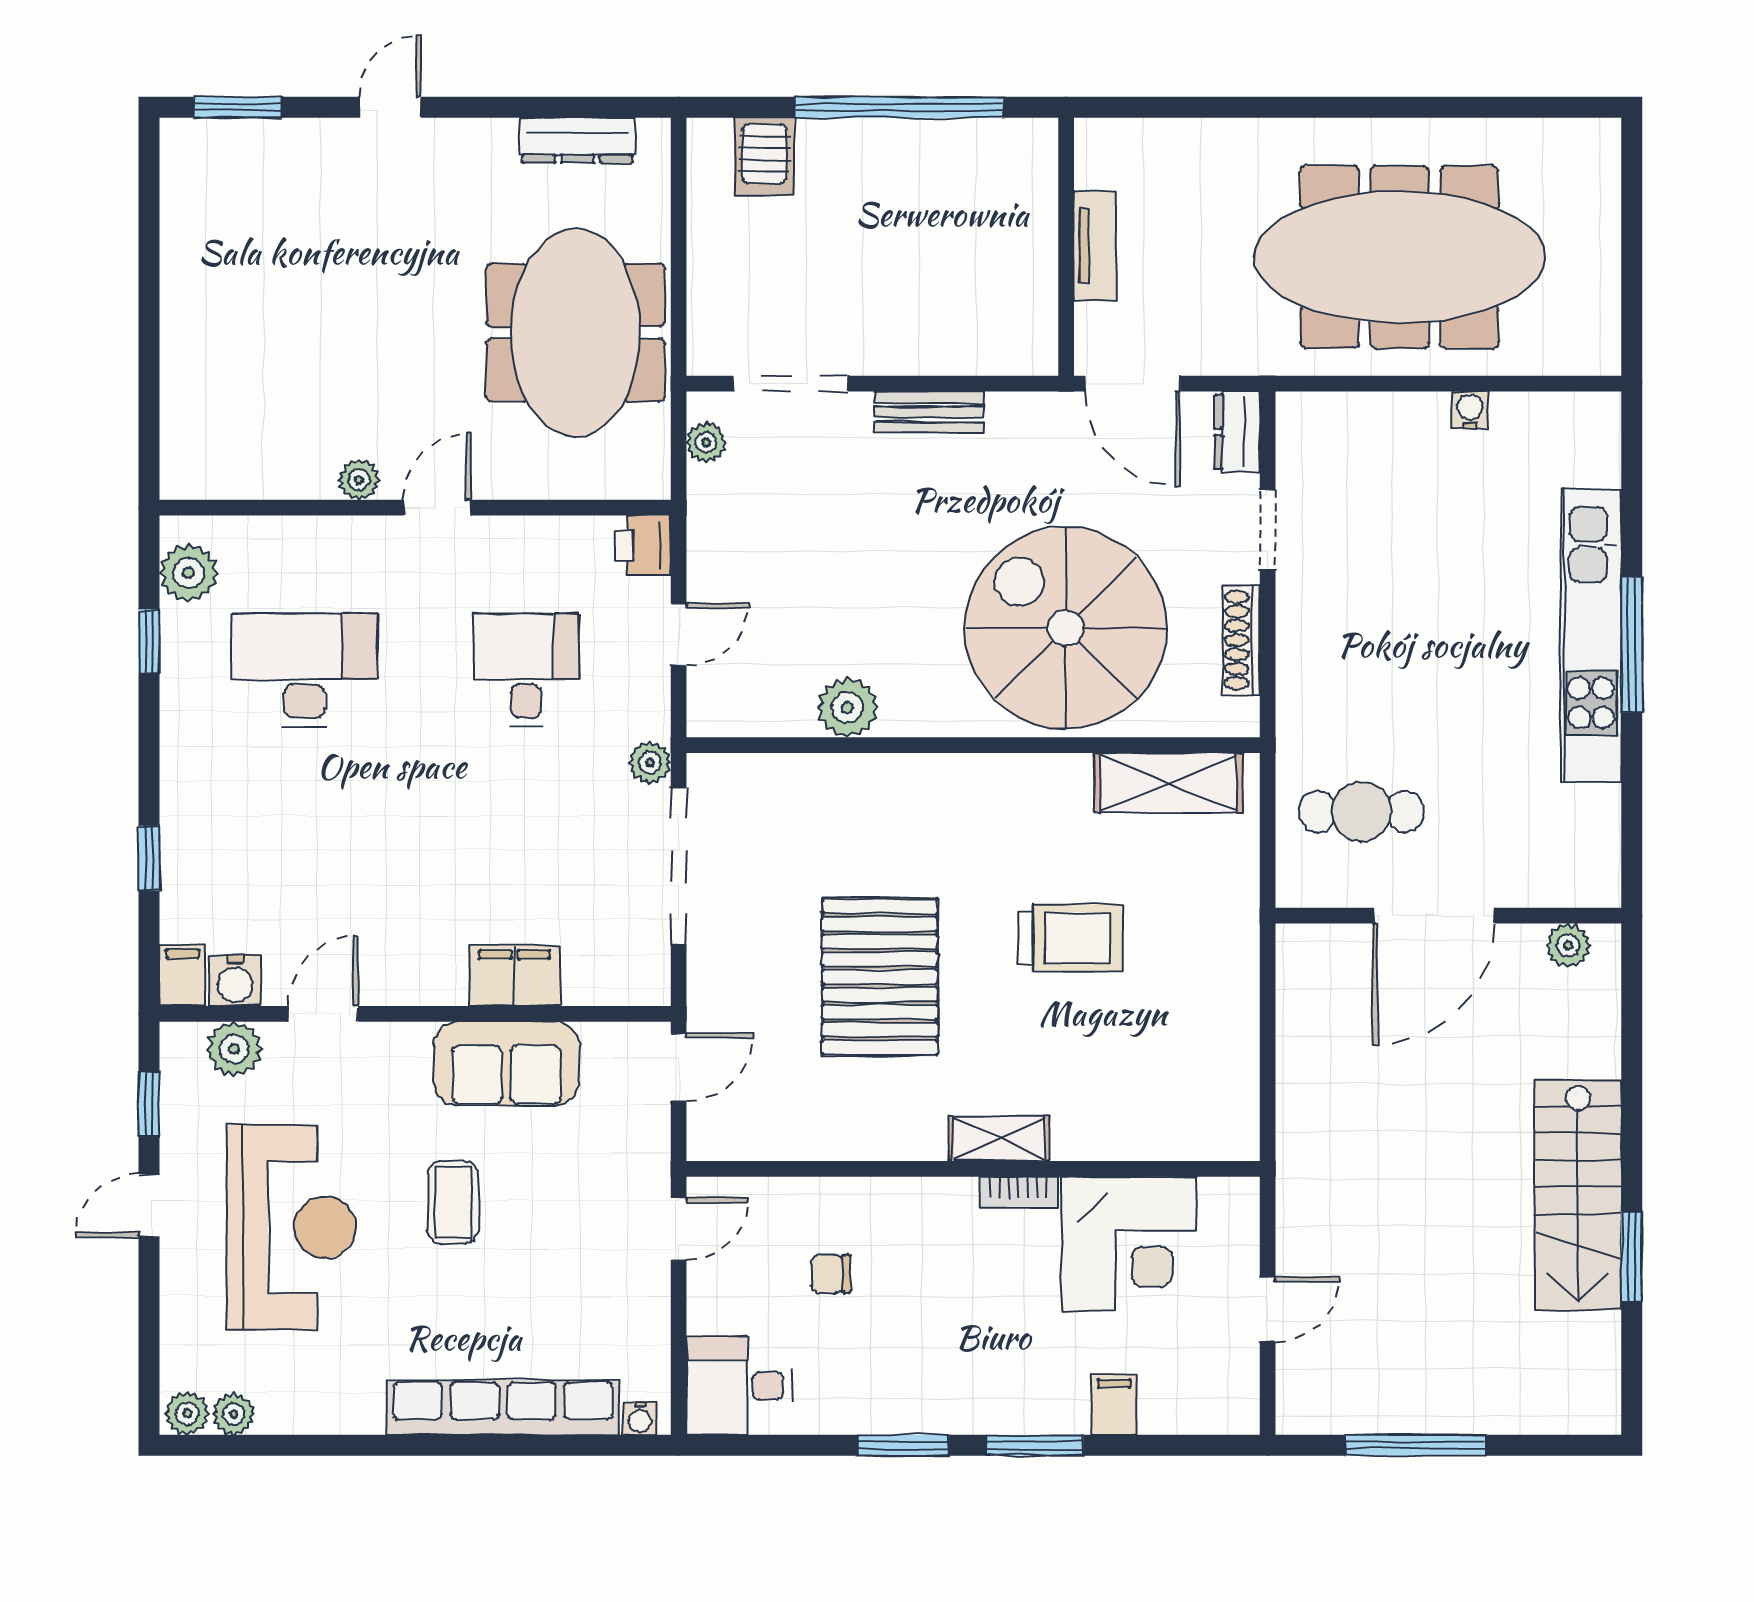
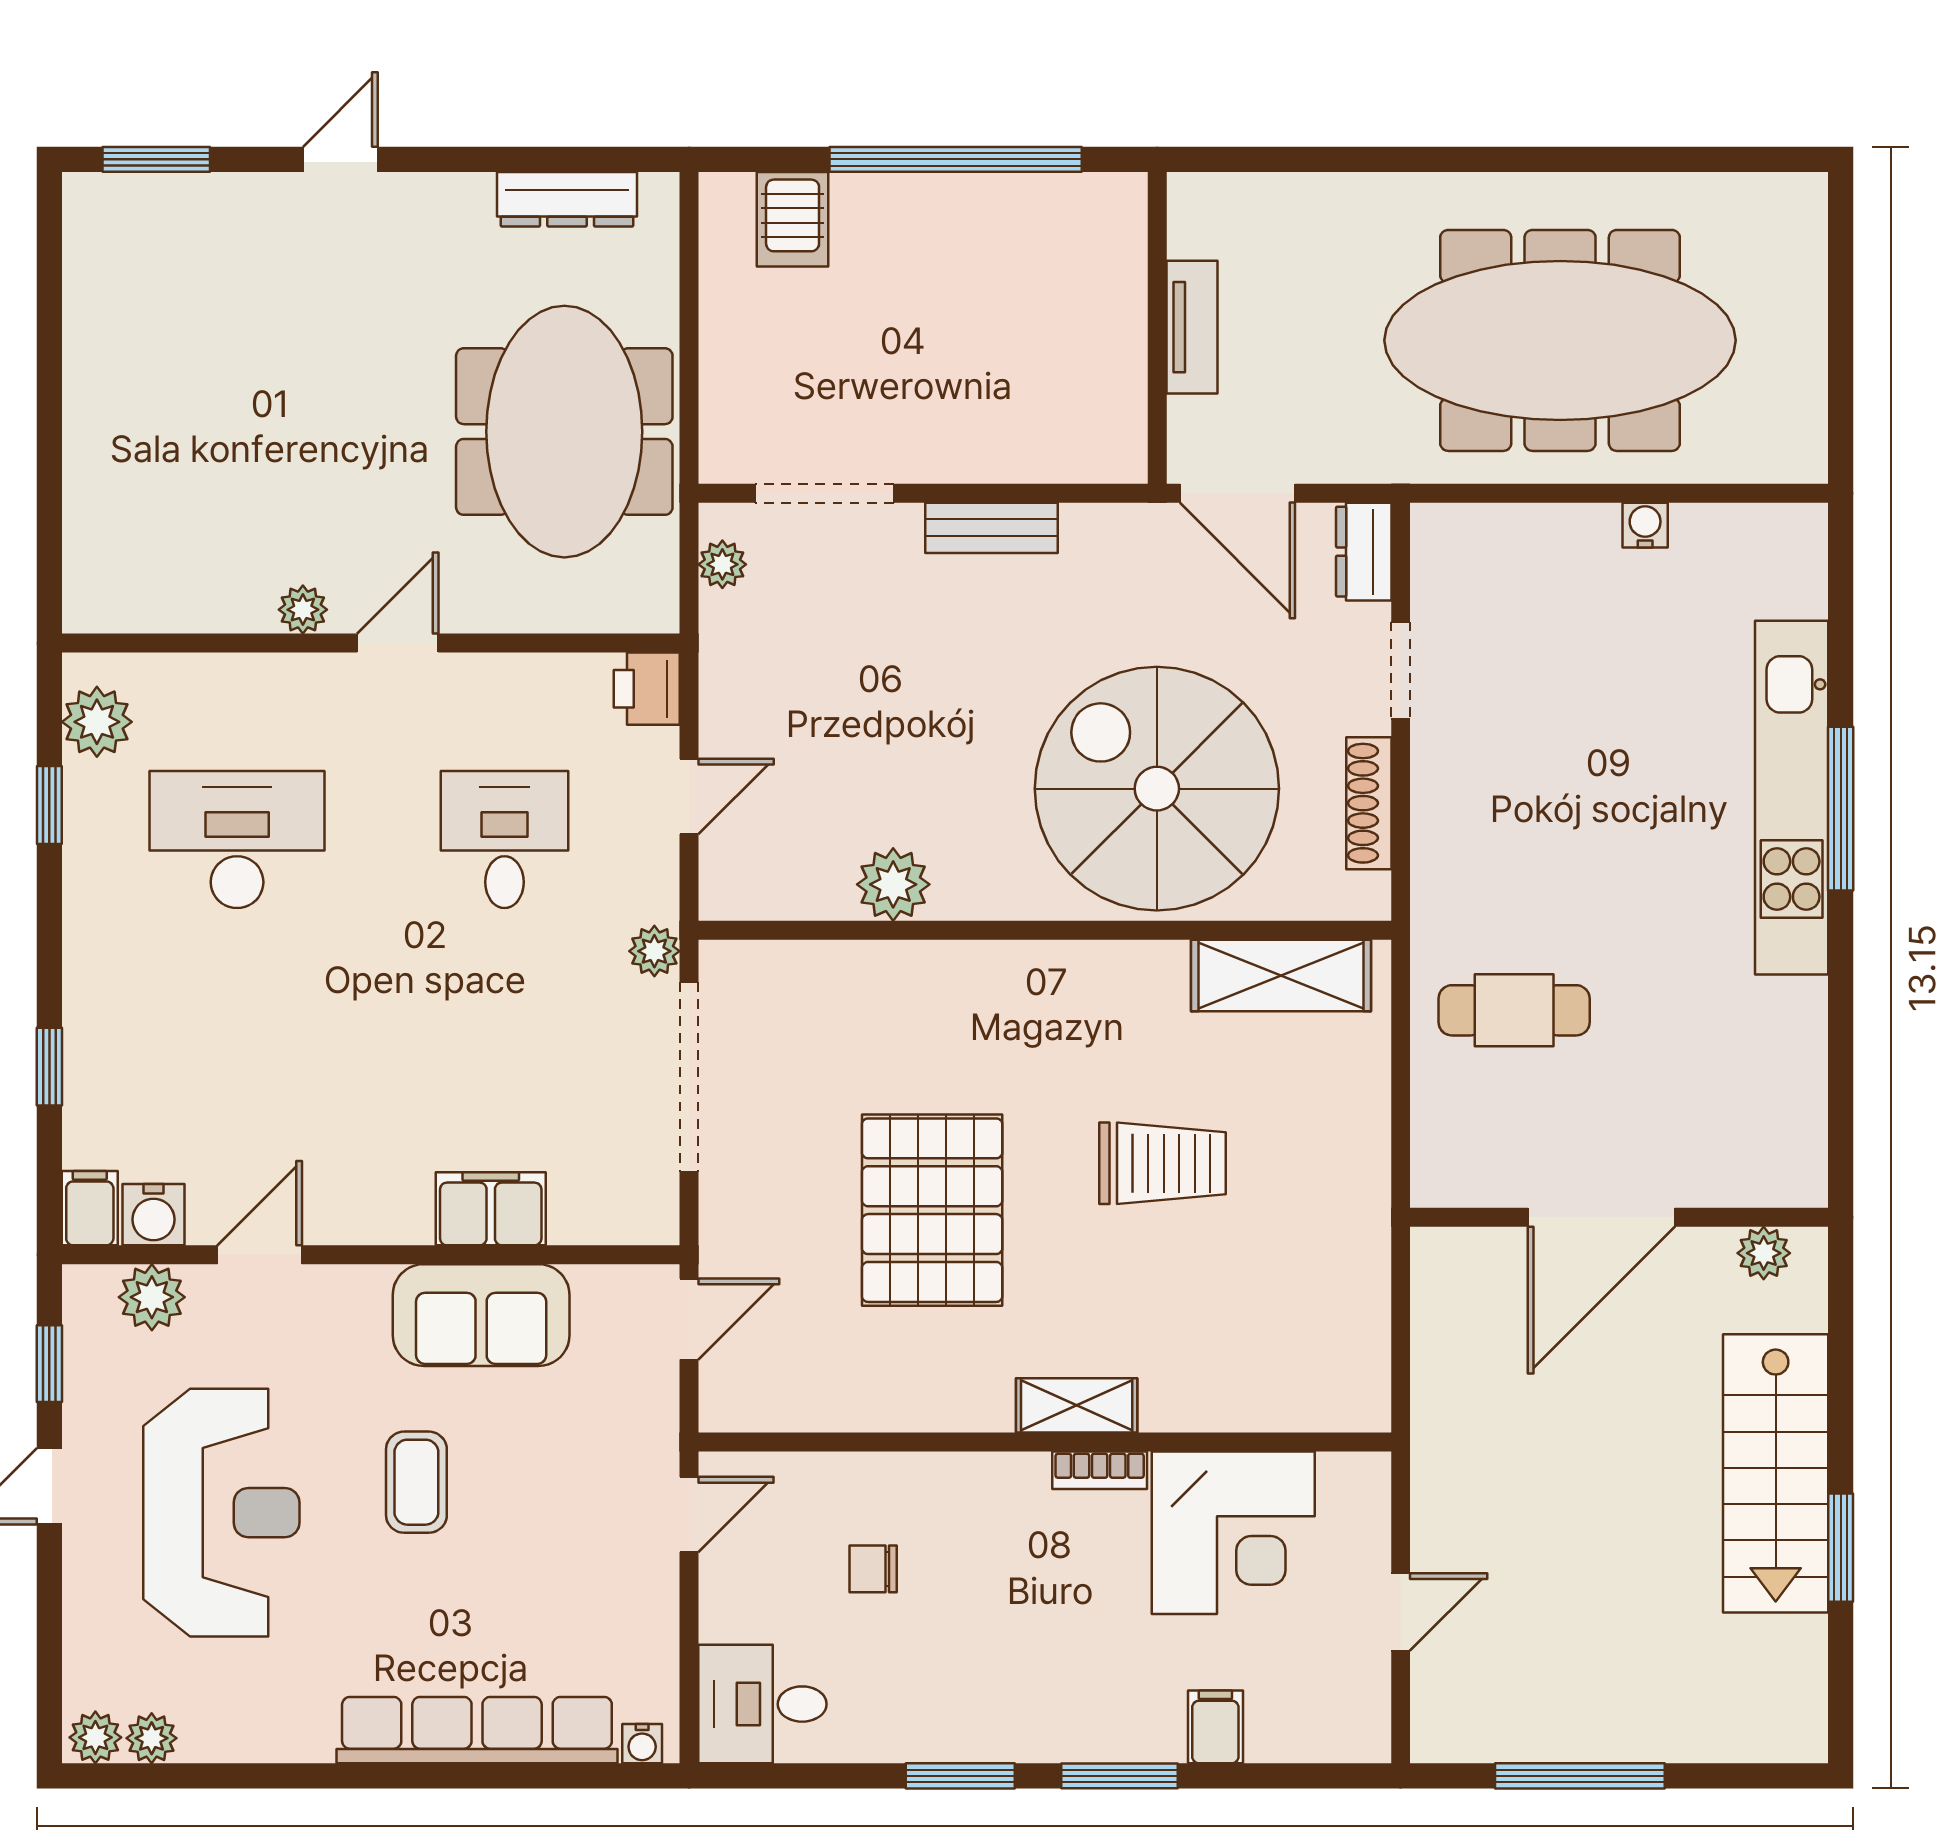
door: (1434, 916) -> (1601, 1217), moved
wall: (1448, 916) -> (1619, 1217), moved
plant: (1568, 945) -> (1764, 1253), moved

